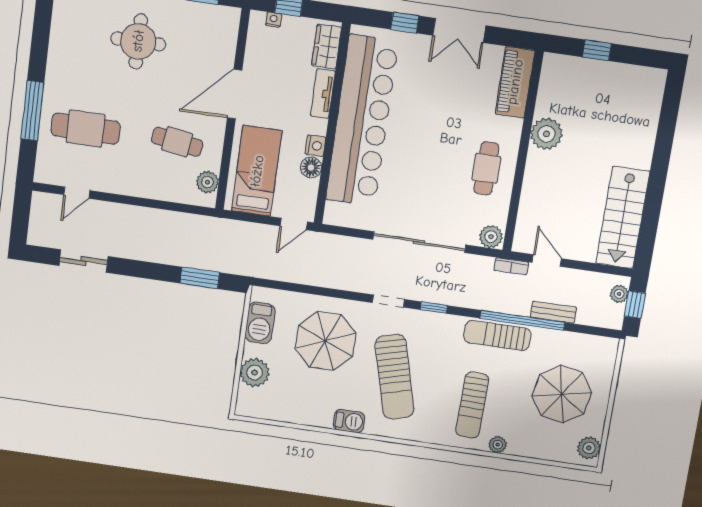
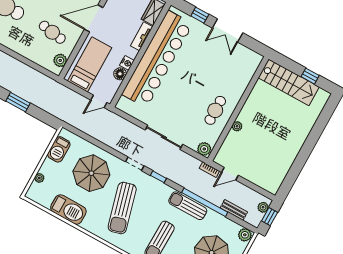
window: (597, 50) -> (310, 76), moved
piano: (515, 82) -> (247, 69), removed
plant: (546, 134) -> (237, 126), moved, width x0.53, depth x0.53
stairs: (623, 217) -> (289, 82), moved, turned -90
sliding door: (419, 242) -> (164, 137), width x0.73
door: (547, 261) -> (230, 174), swing flipped
window: (200, 278) -> (18, 102), moved
bench: (553, 312) -> (234, 210), moved
plant: (605, 348) -> (245, 235), added
plant: (255, 373) -> (39, 178), width x0.53, depth x0.53
barbecue: (349, 421) -> (68, 210), moved, width x1.88, depth x1.53

